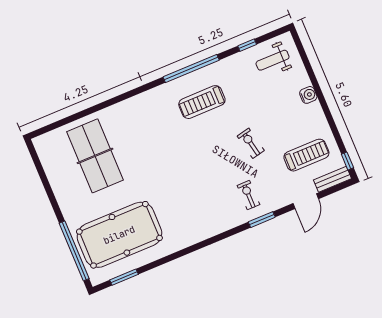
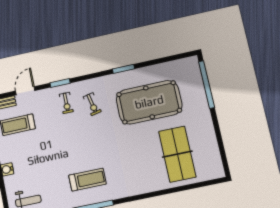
exercise bike: (251, 143) -> (92, 104), moved
pool table: (119, 235) -> (149, 102), moved
window: (124, 277) -> (124, 69), moved

